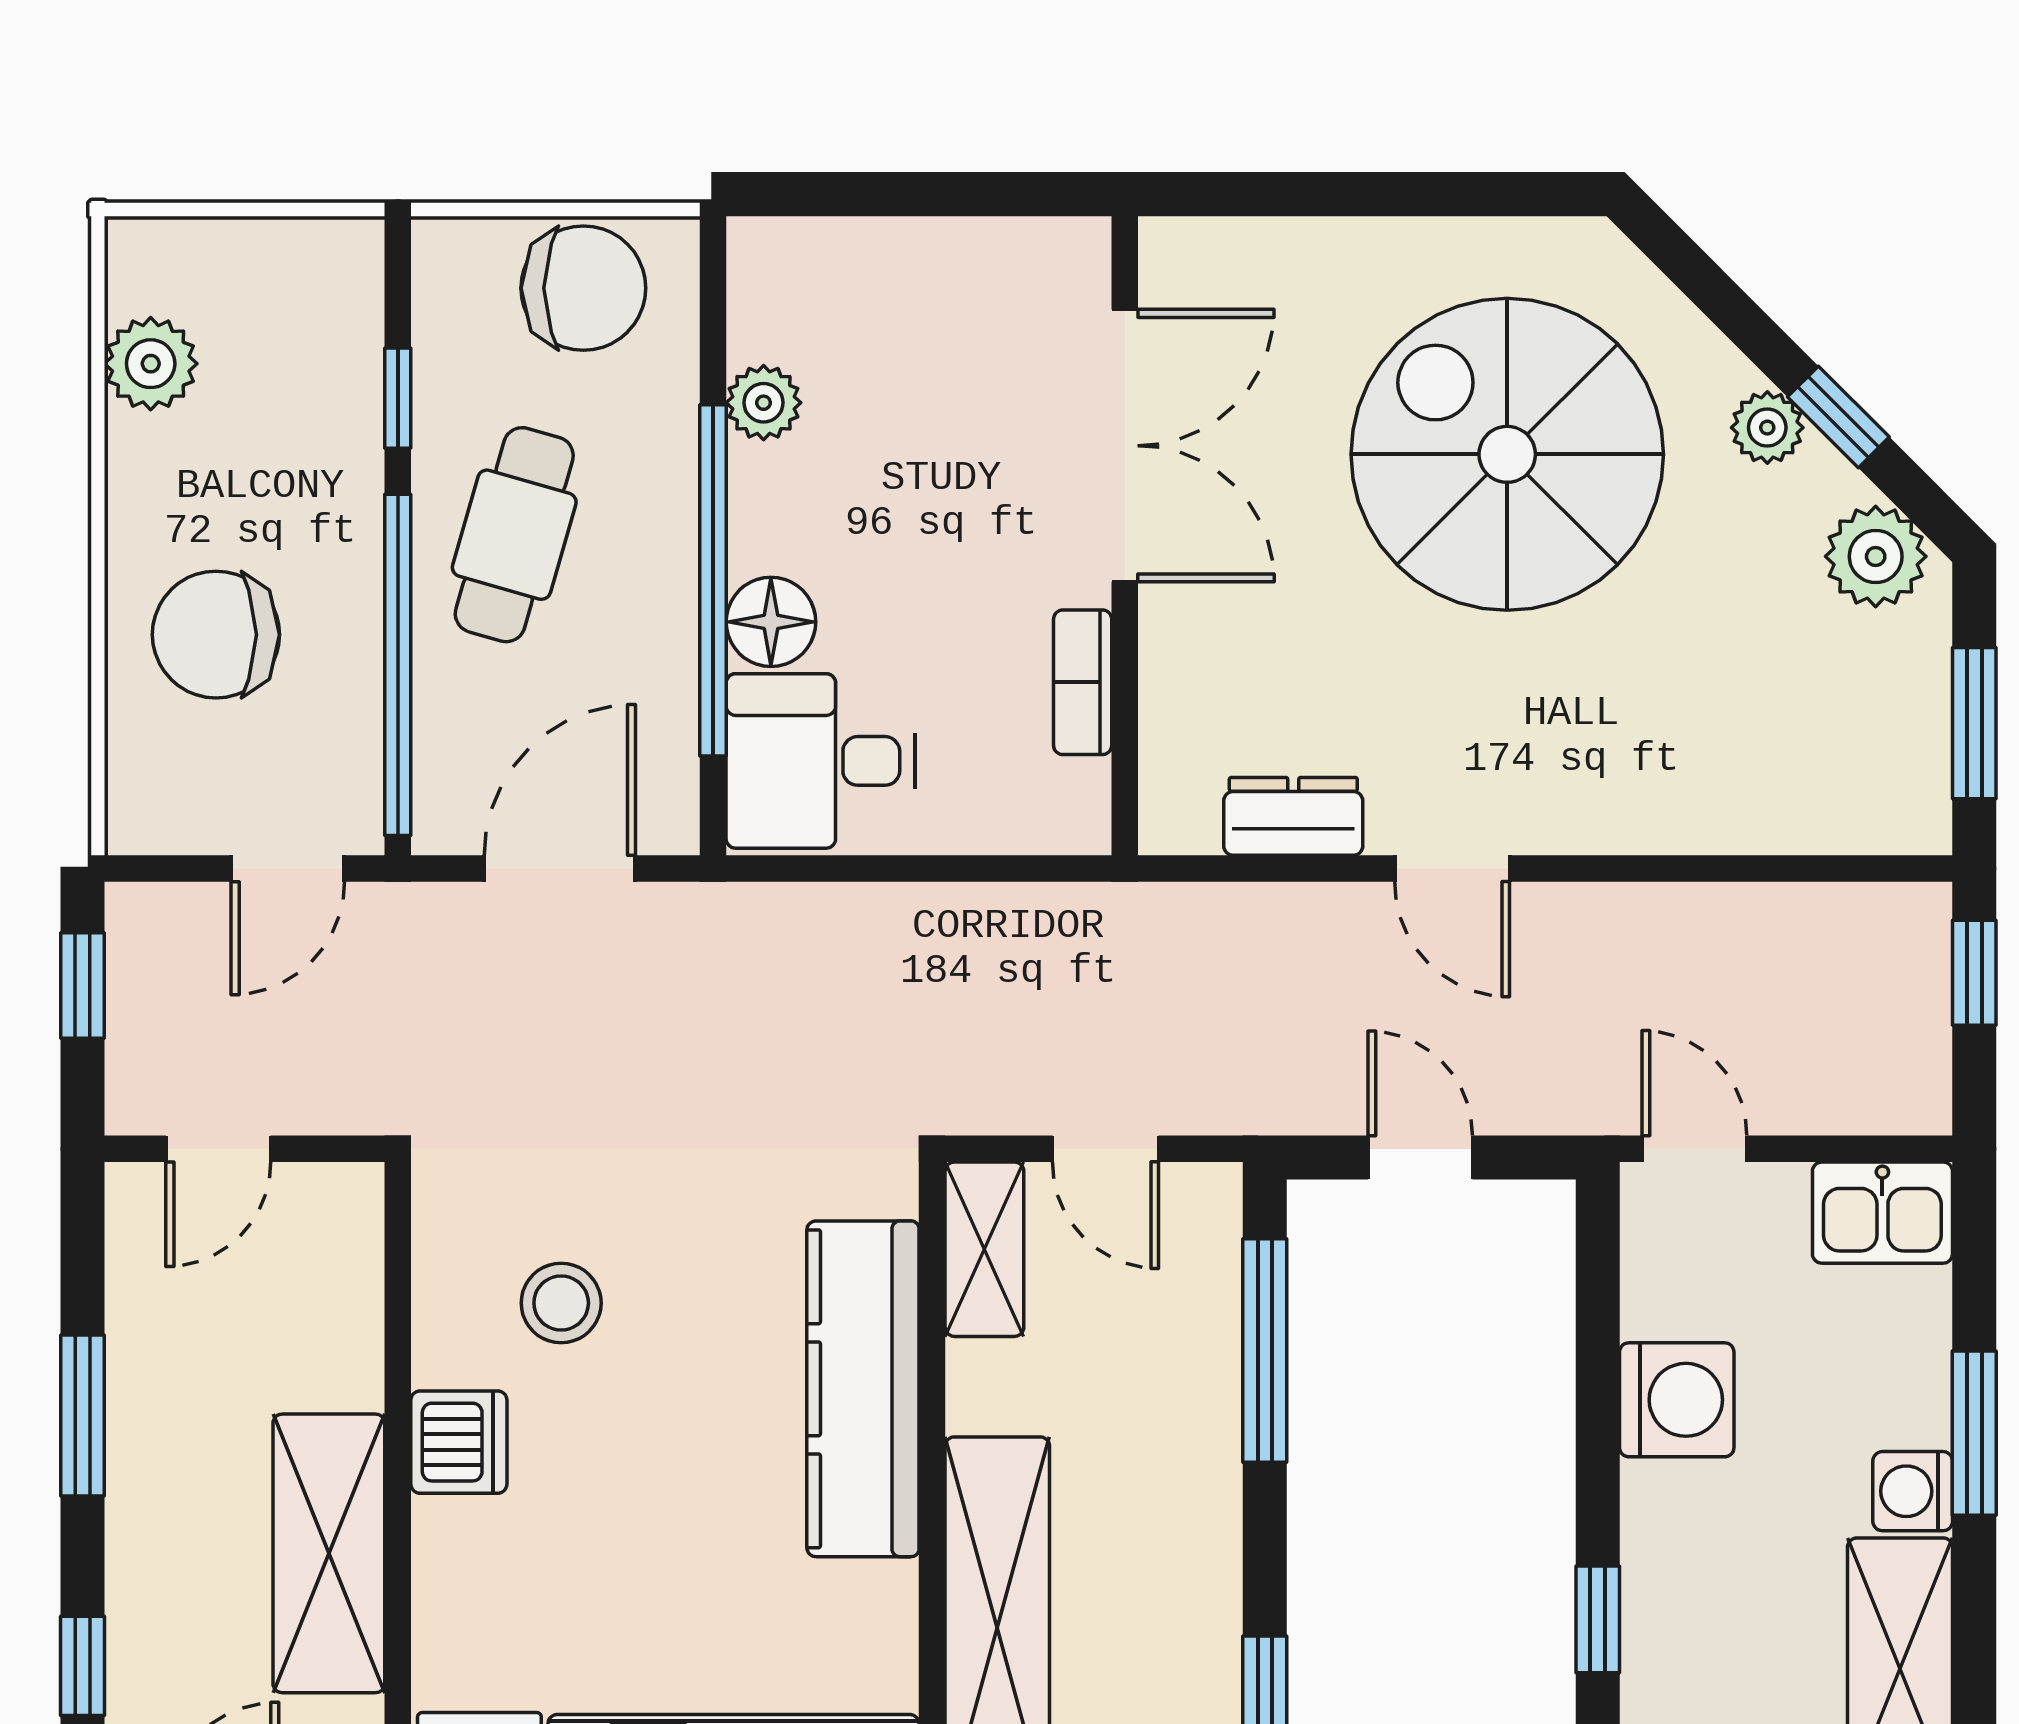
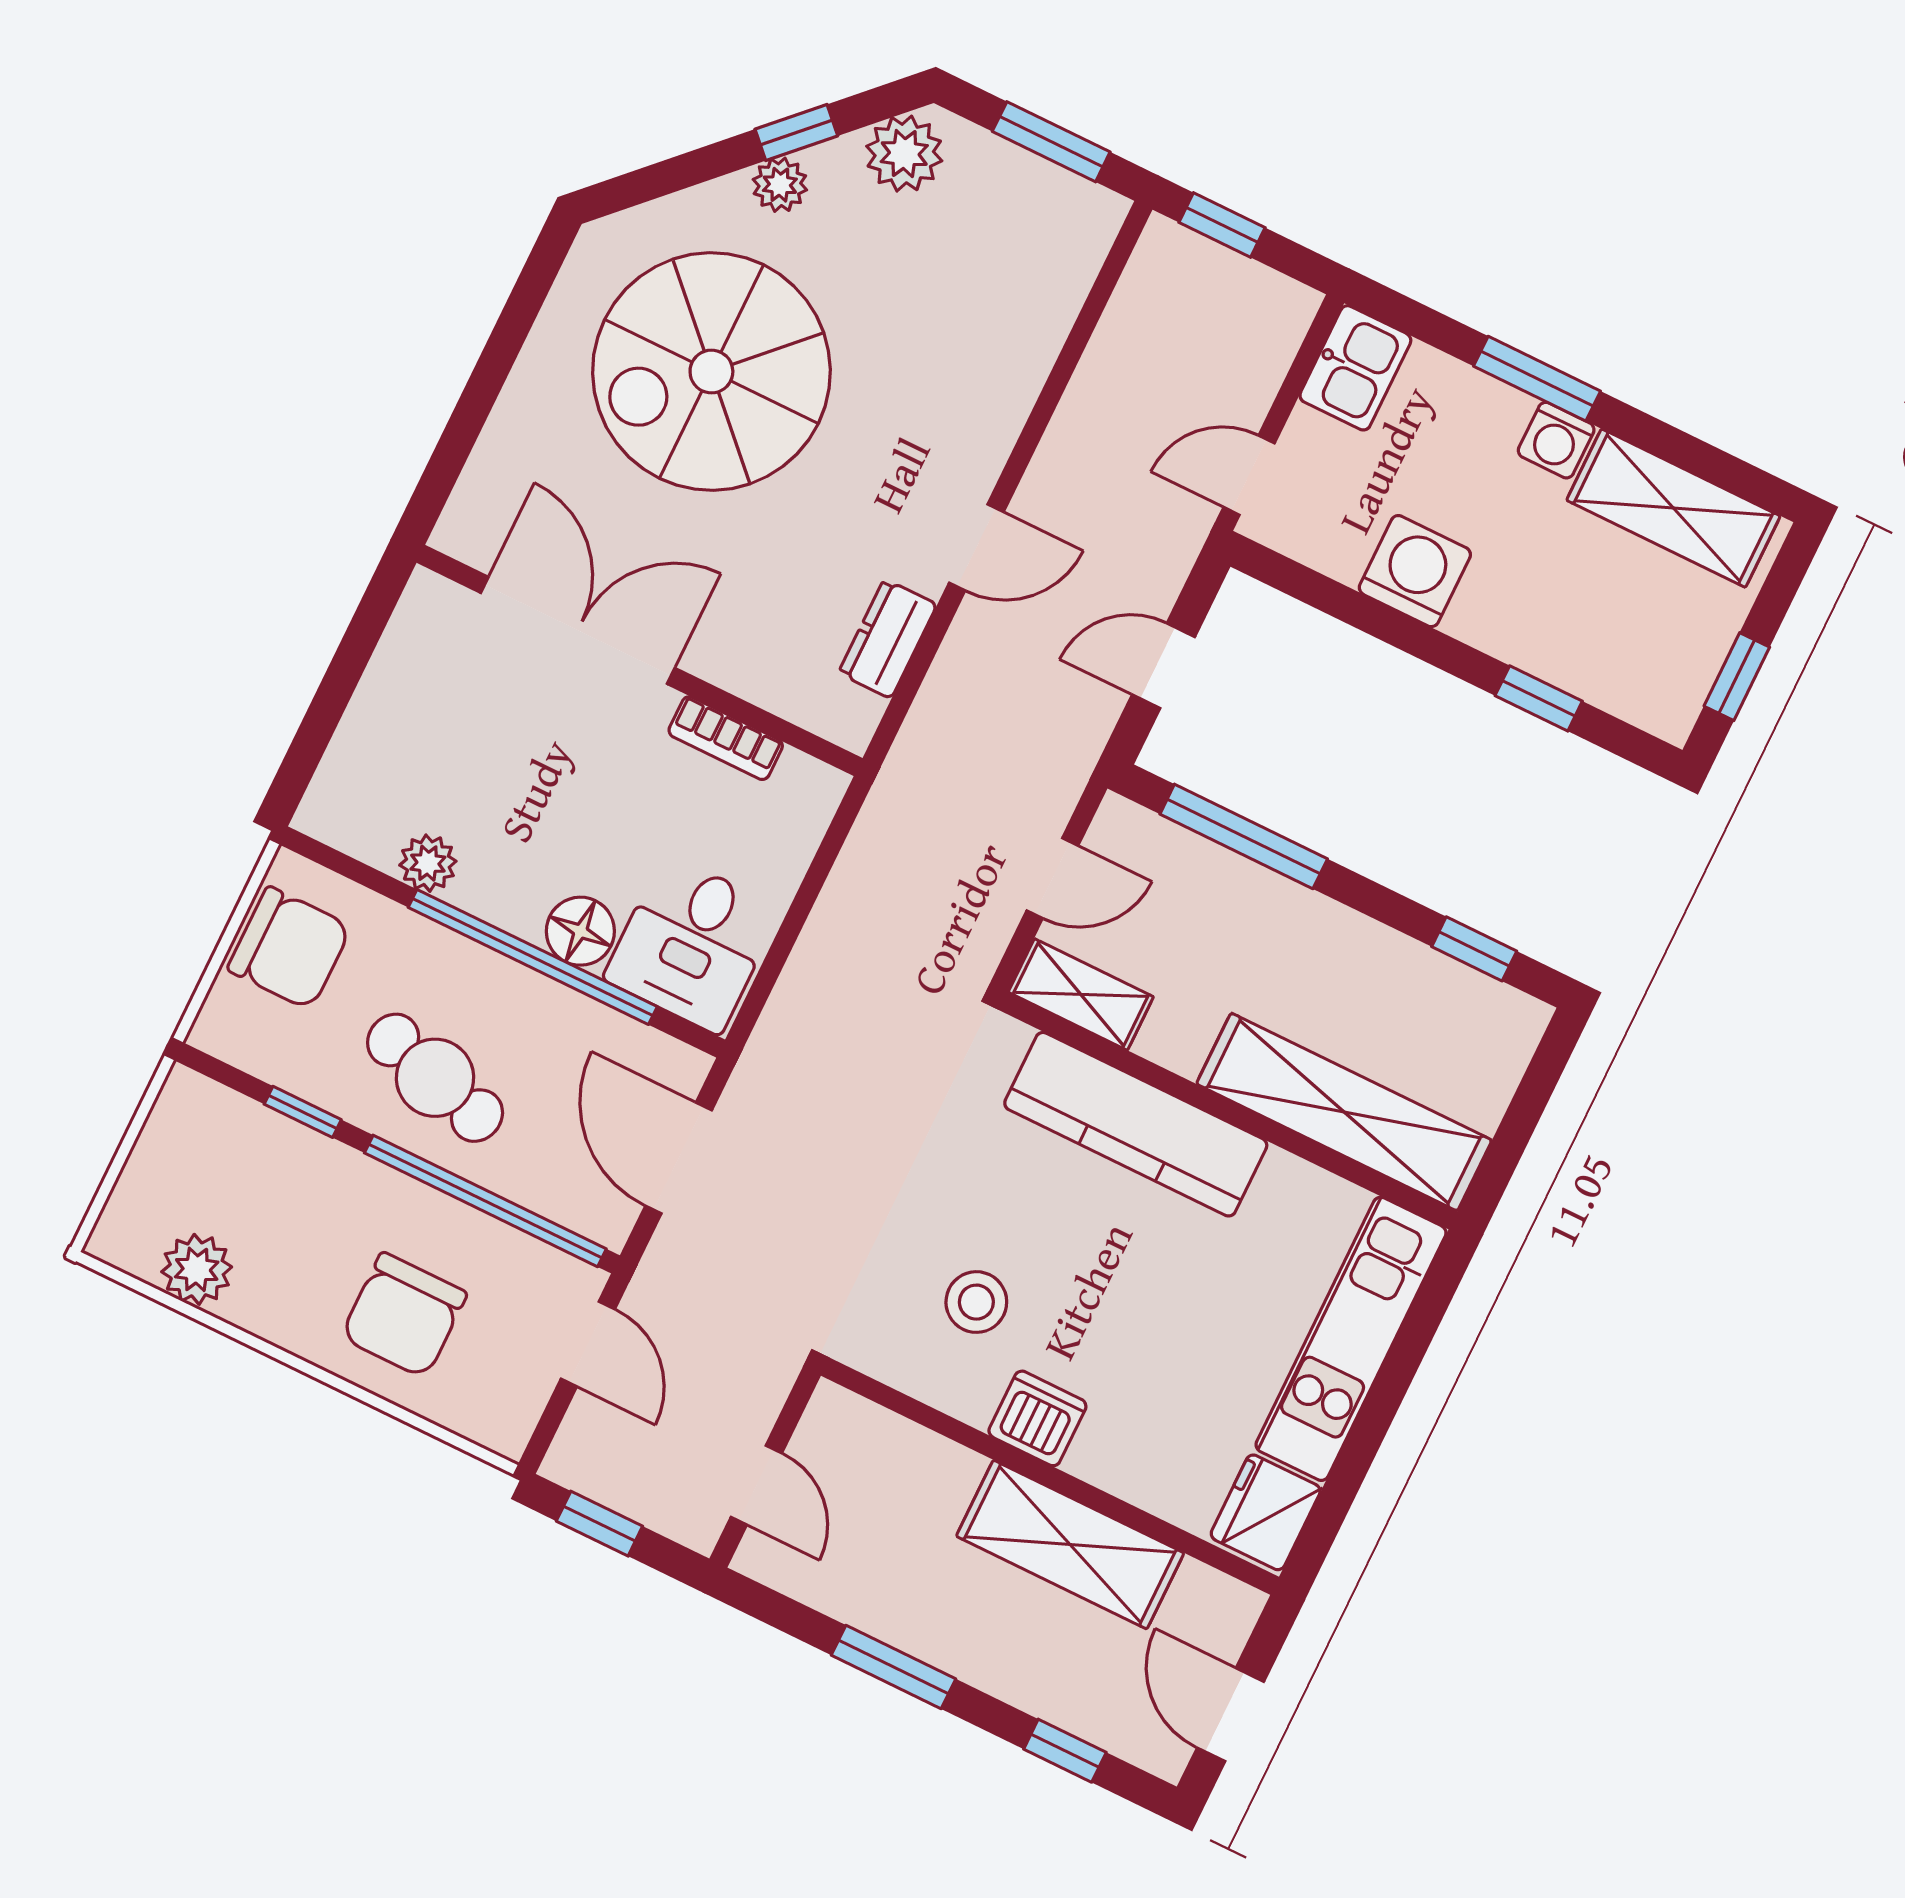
chair: (583, 288) -> (289, 948), turned 90

